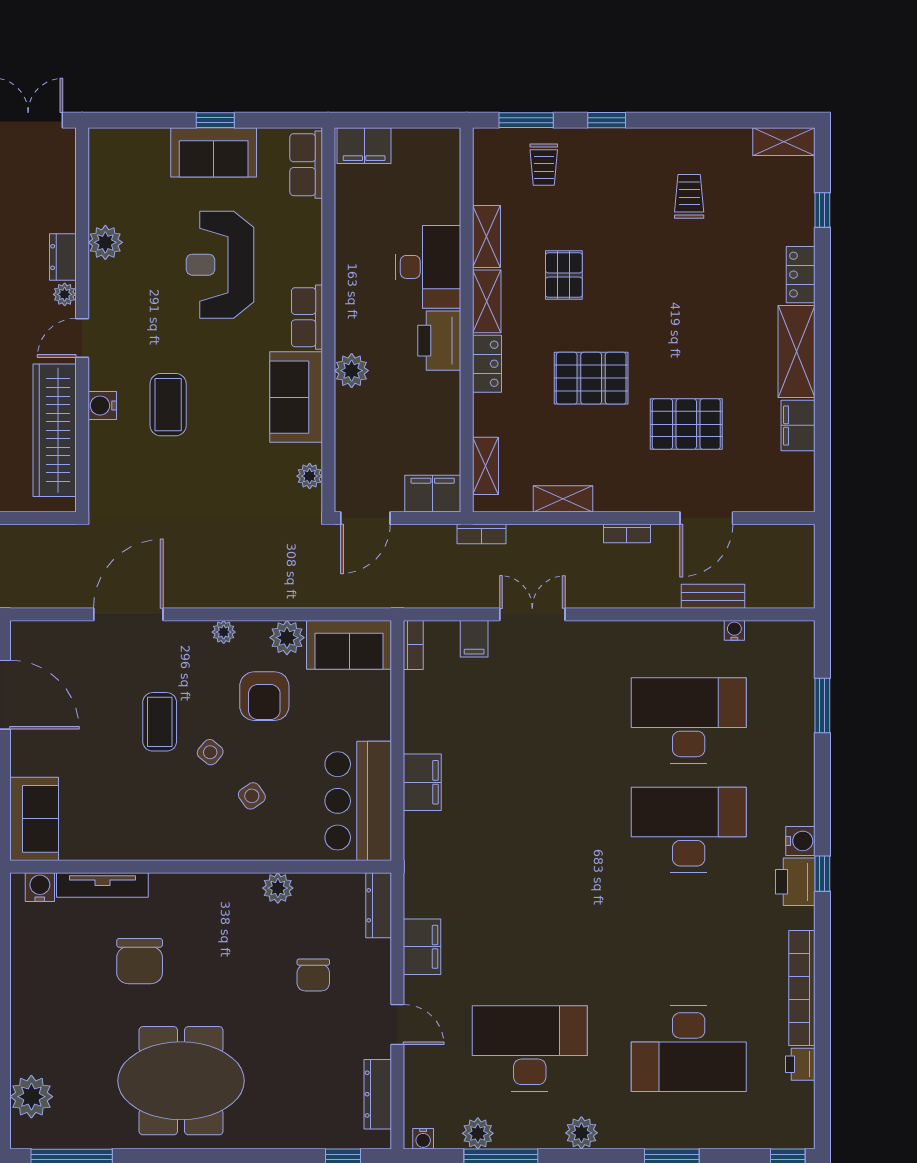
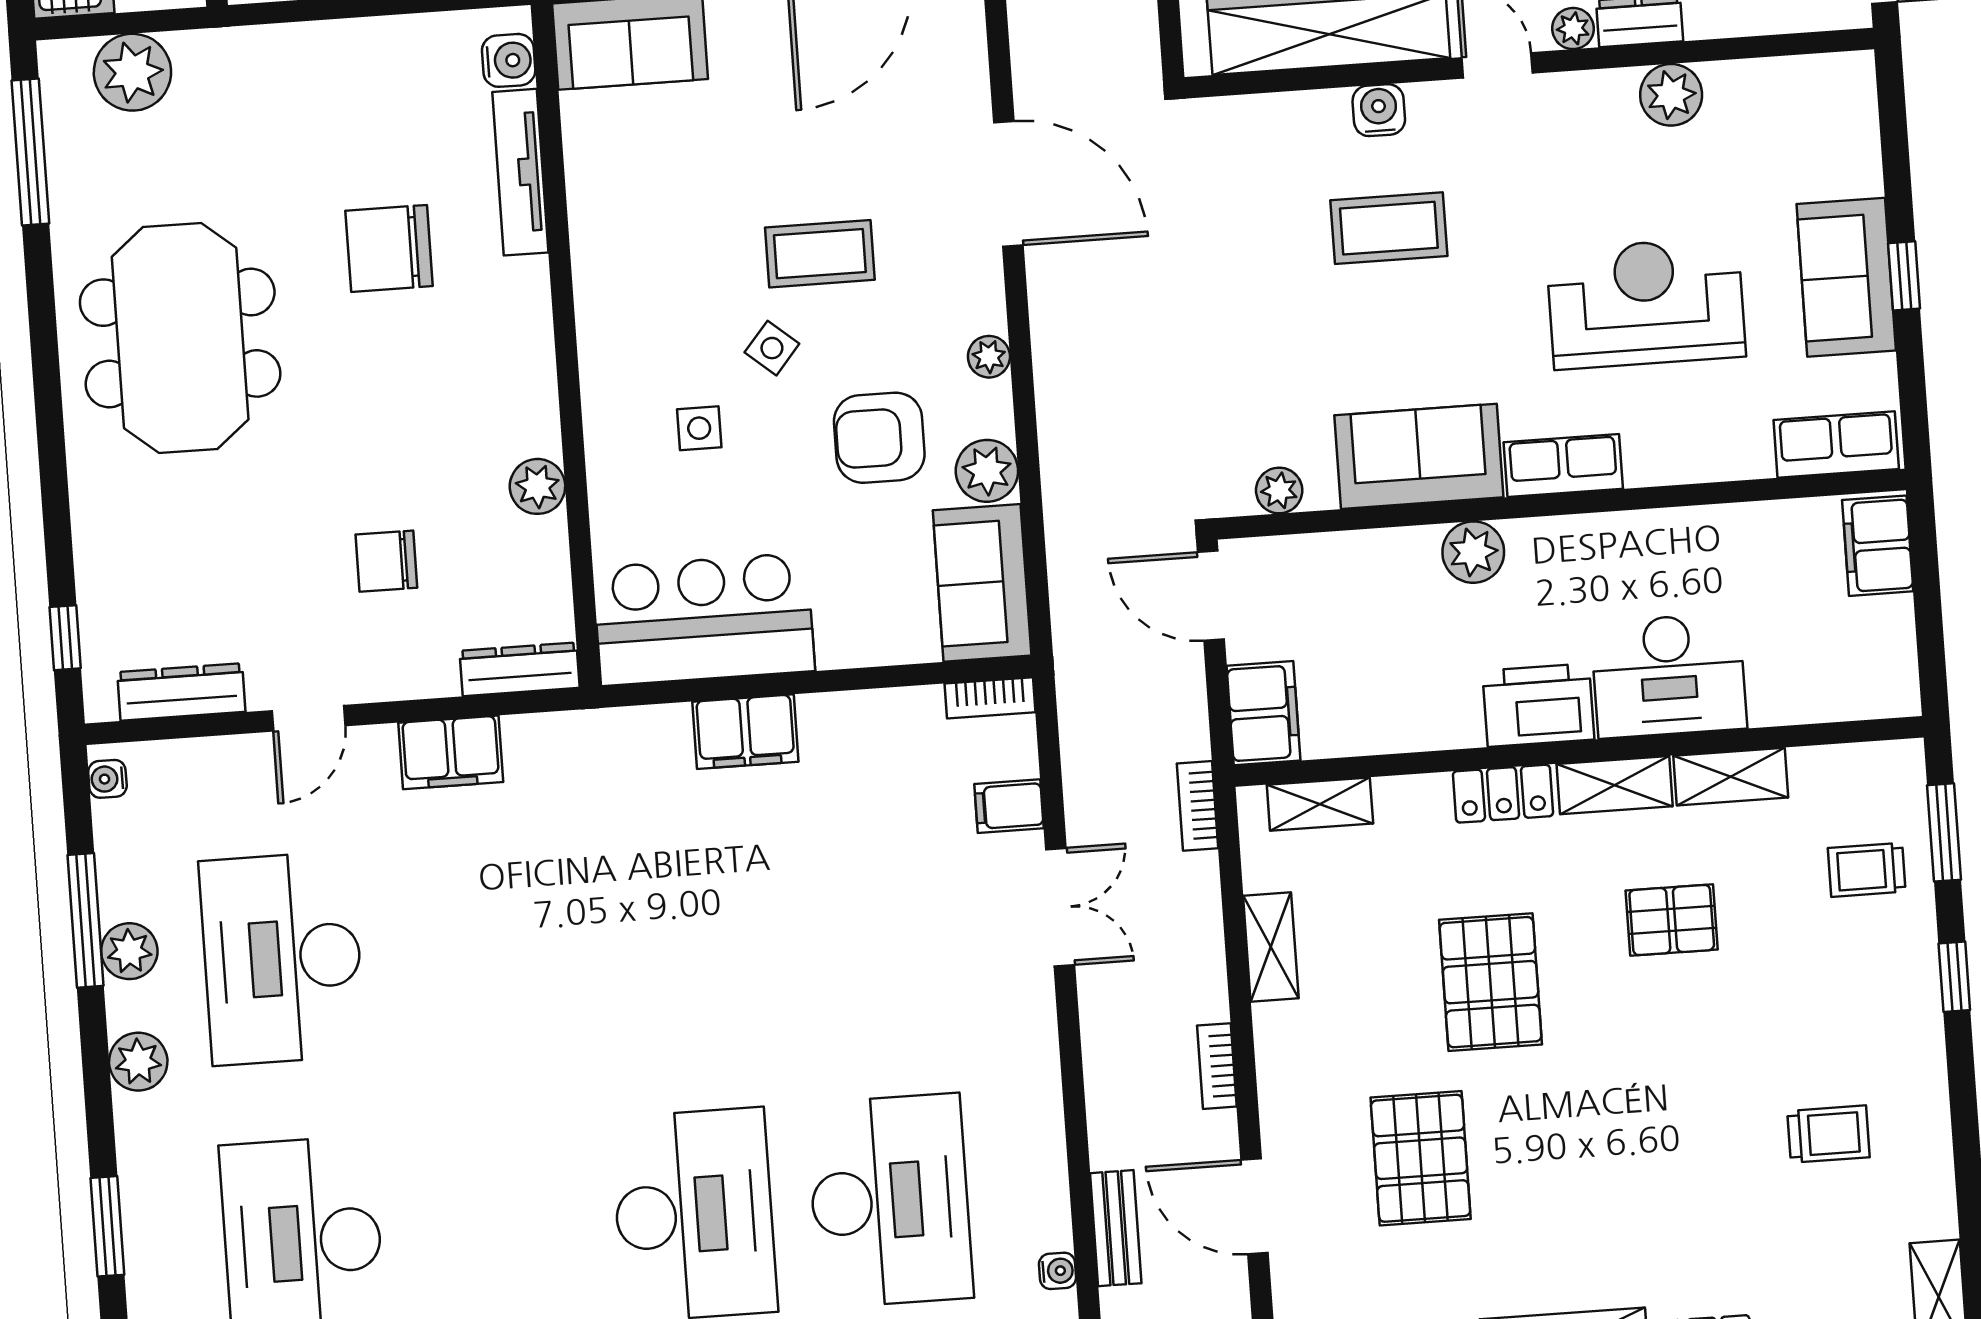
side table: (252, 796) -> (699, 428), turned 35
desk: (530, 1049) -> (282, 958), turned 180
plant: (478, 1133) -> (129, 951), moved

